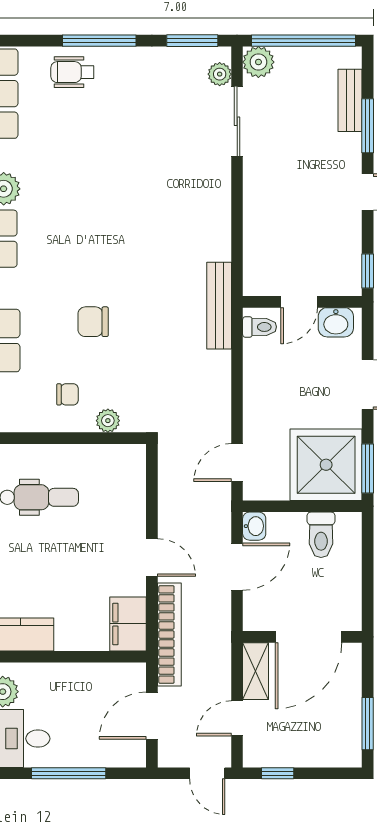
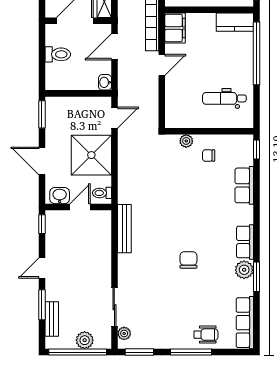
plant: (258, 62) -> (85, 340), moved
bench: (219, 306) -> (124, 229), moved
chair: (93, 322) -> (188, 260), moved, turned -90
shower: (326, 465) -> (91, 155), moved
toilet: (321, 535) -> (58, 54), moved, turned 90
door: (152, 557) -> (162, 65), swing flipped
door: (237, 567) -> (114, 47), moved

